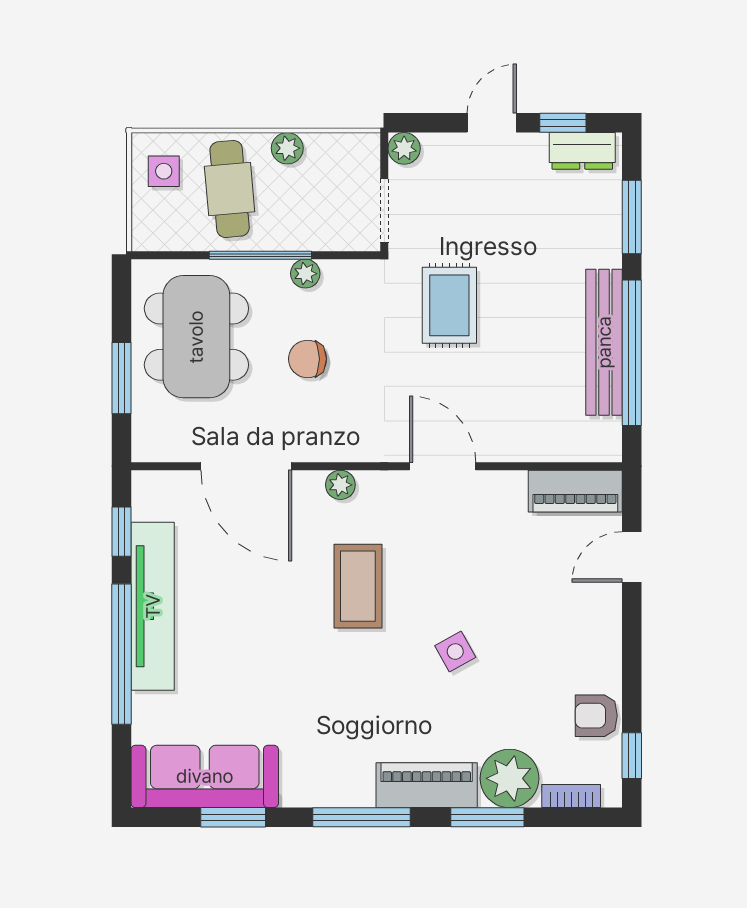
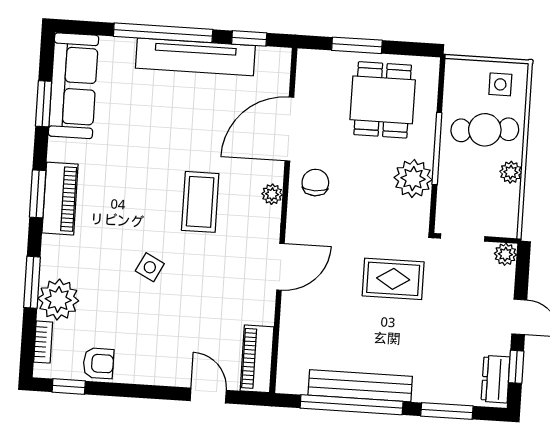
plant: (305, 274) -> (413, 179), width x1.88, depth x1.88
dining table: (196, 337) -> (383, 100), width x0.73
chair: (308, 359) -> (315, 183), moved
coffee table: (358, 586) -> (200, 202), turned 90
side table: (455, 652) -> (150, 267), turned -34
armchair: (596, 716) -> (98, 363), turned 90
piano: (427, 785) -> (60, 199), moved
window: (361, 817) -> (38, 194), width x0.69

